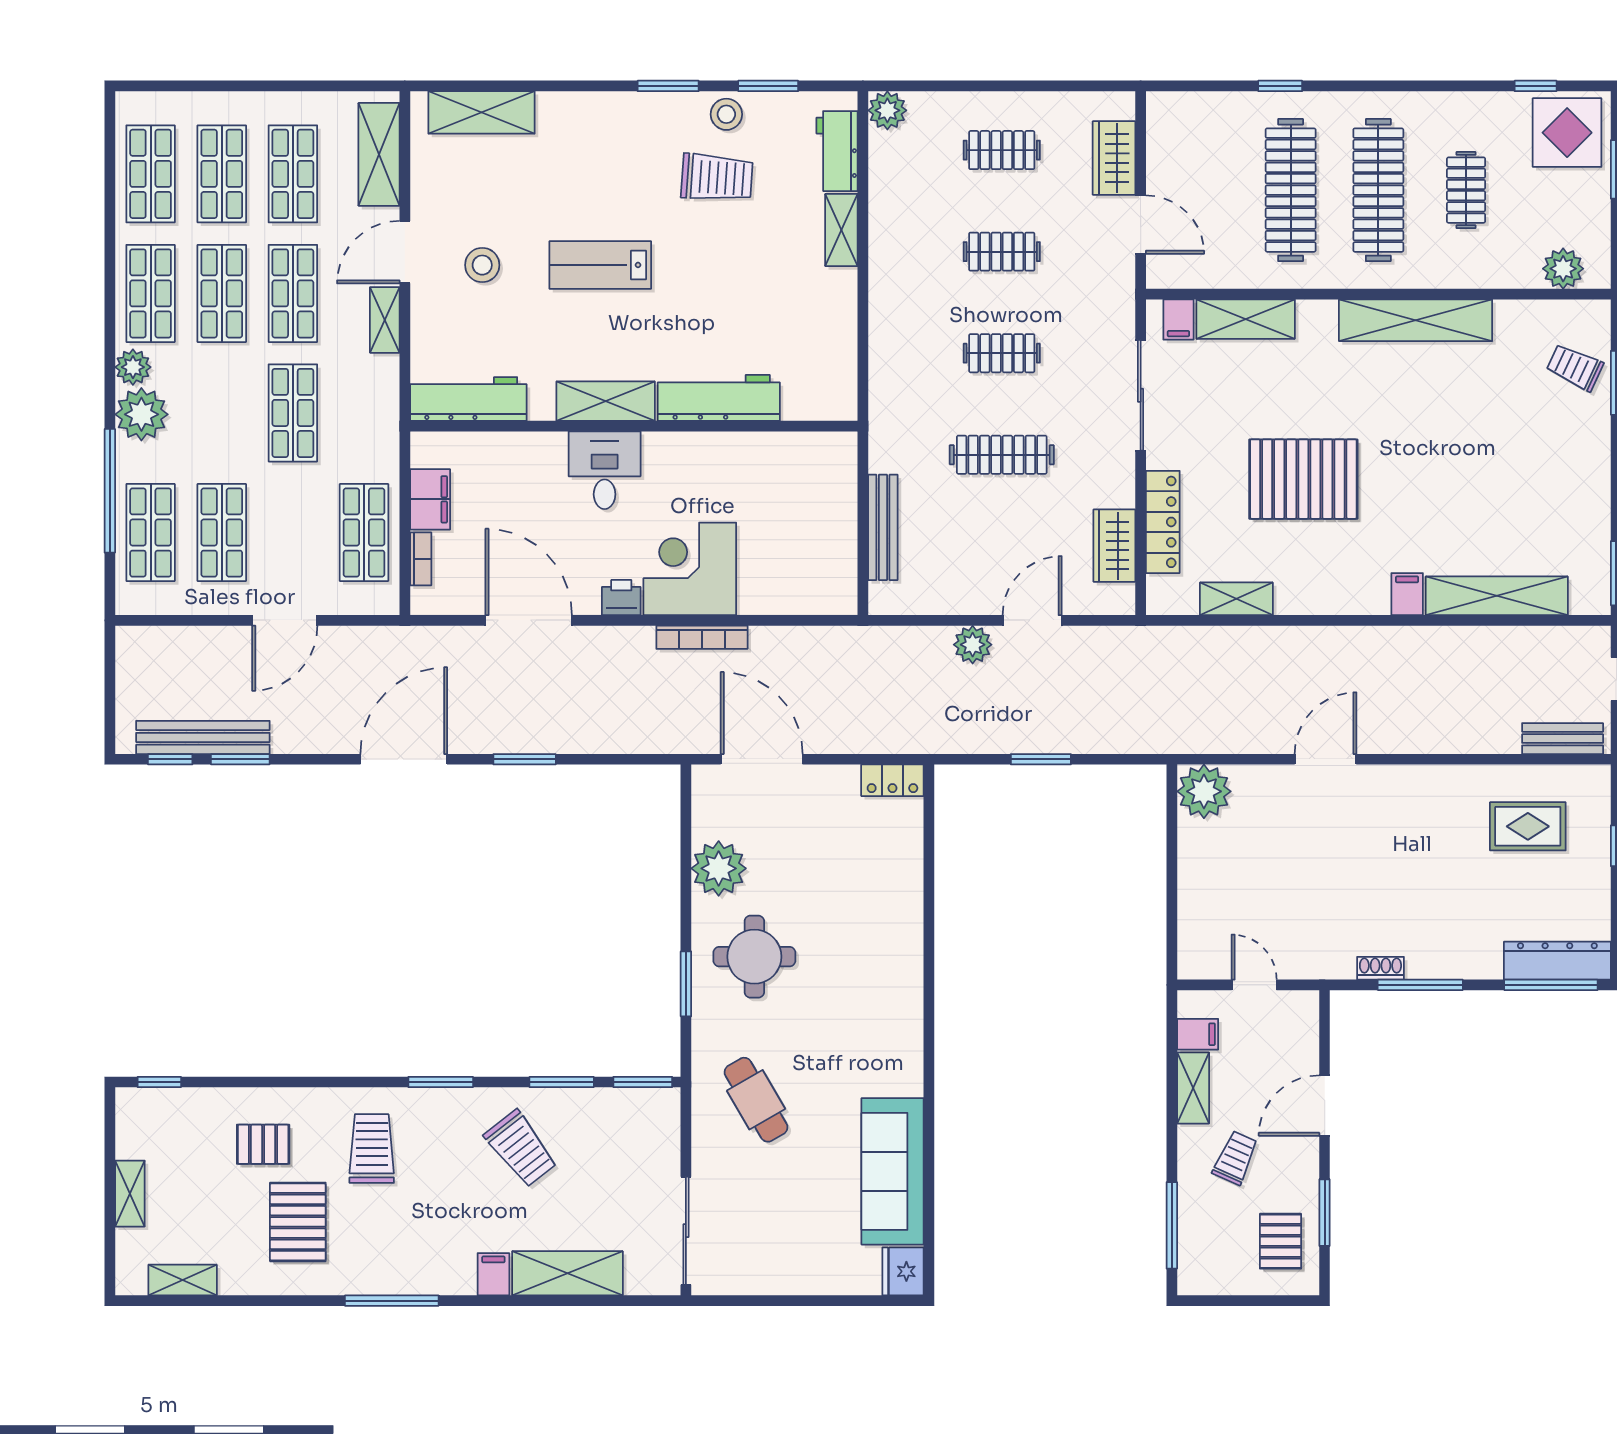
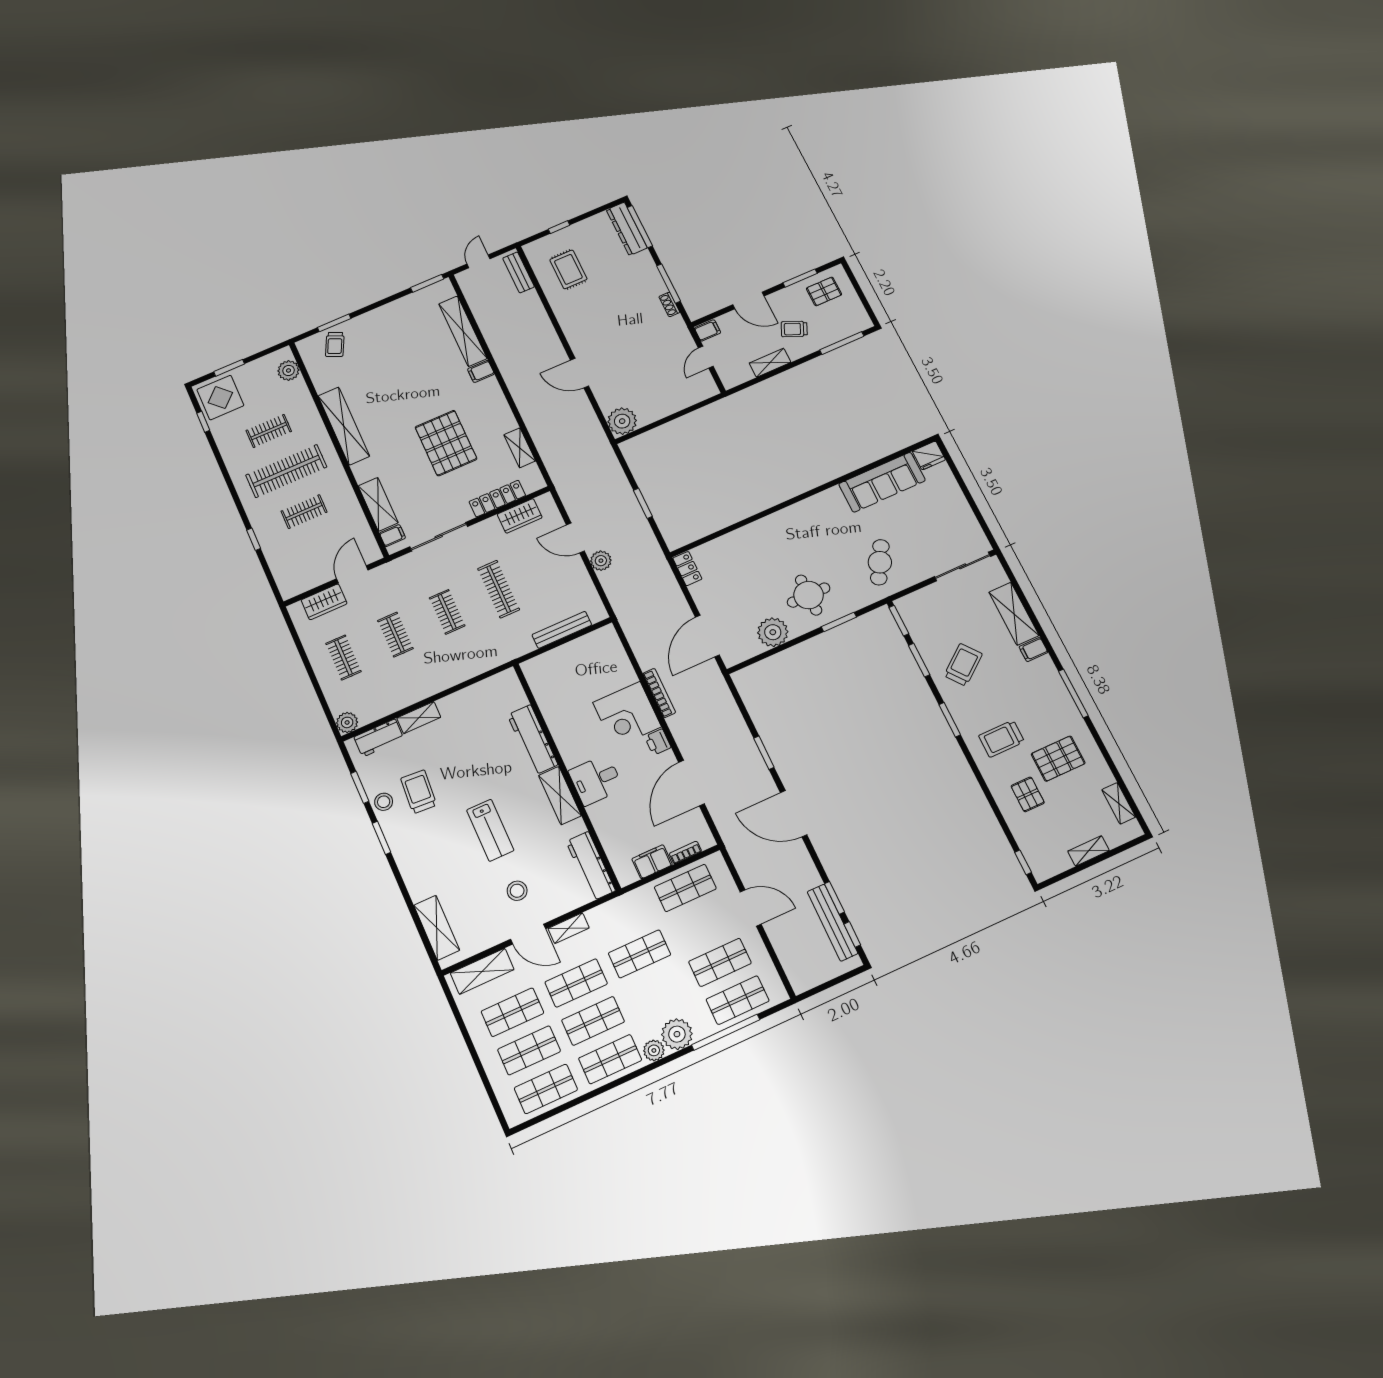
clothes rail: (1291, 190) -> (304, 512), width x0.54, depth x0.76
filing cabinet: (1198, 1034) -> (708, 330), moved, turned 90
cafe table: (756, 1100) -> (880, 562), turned -30

